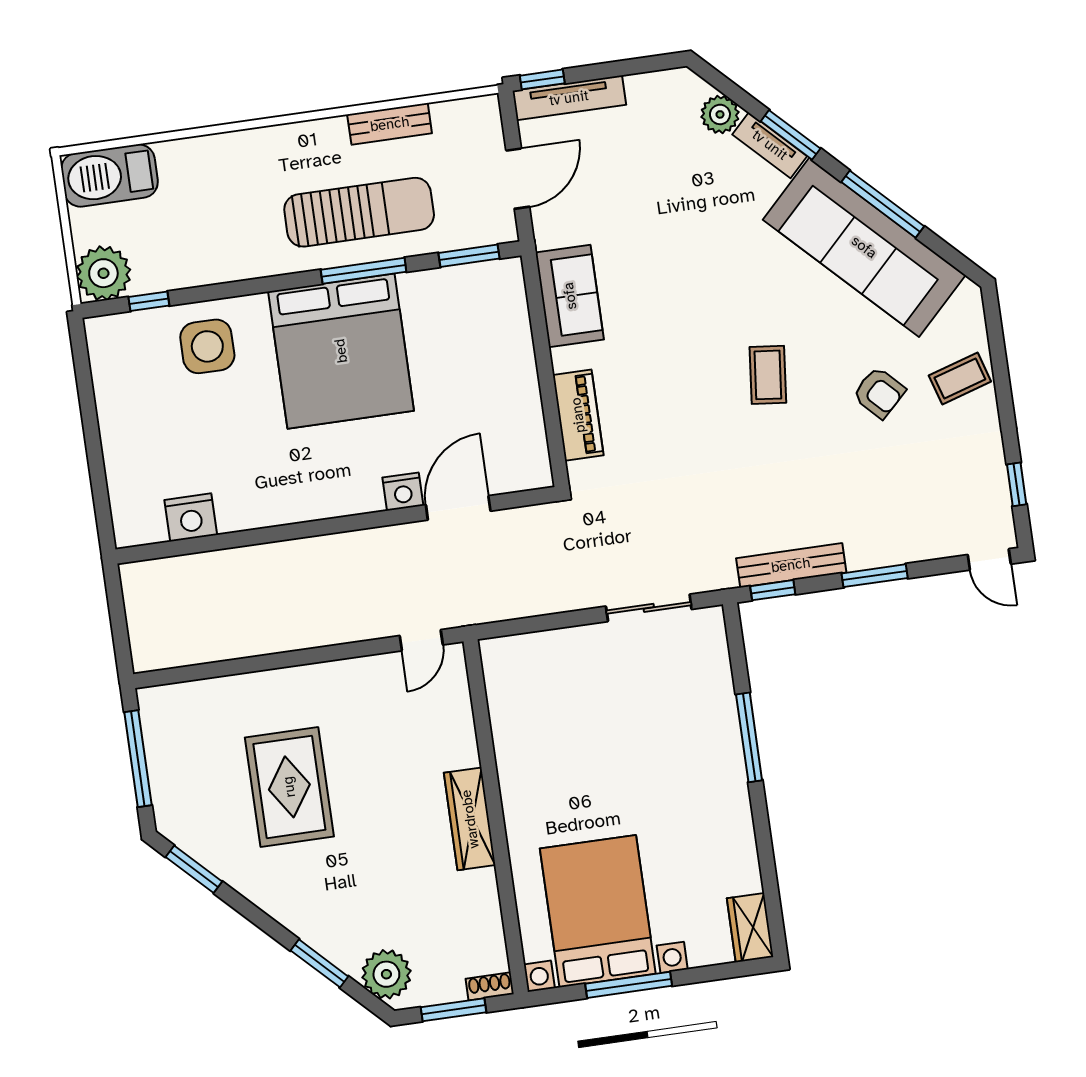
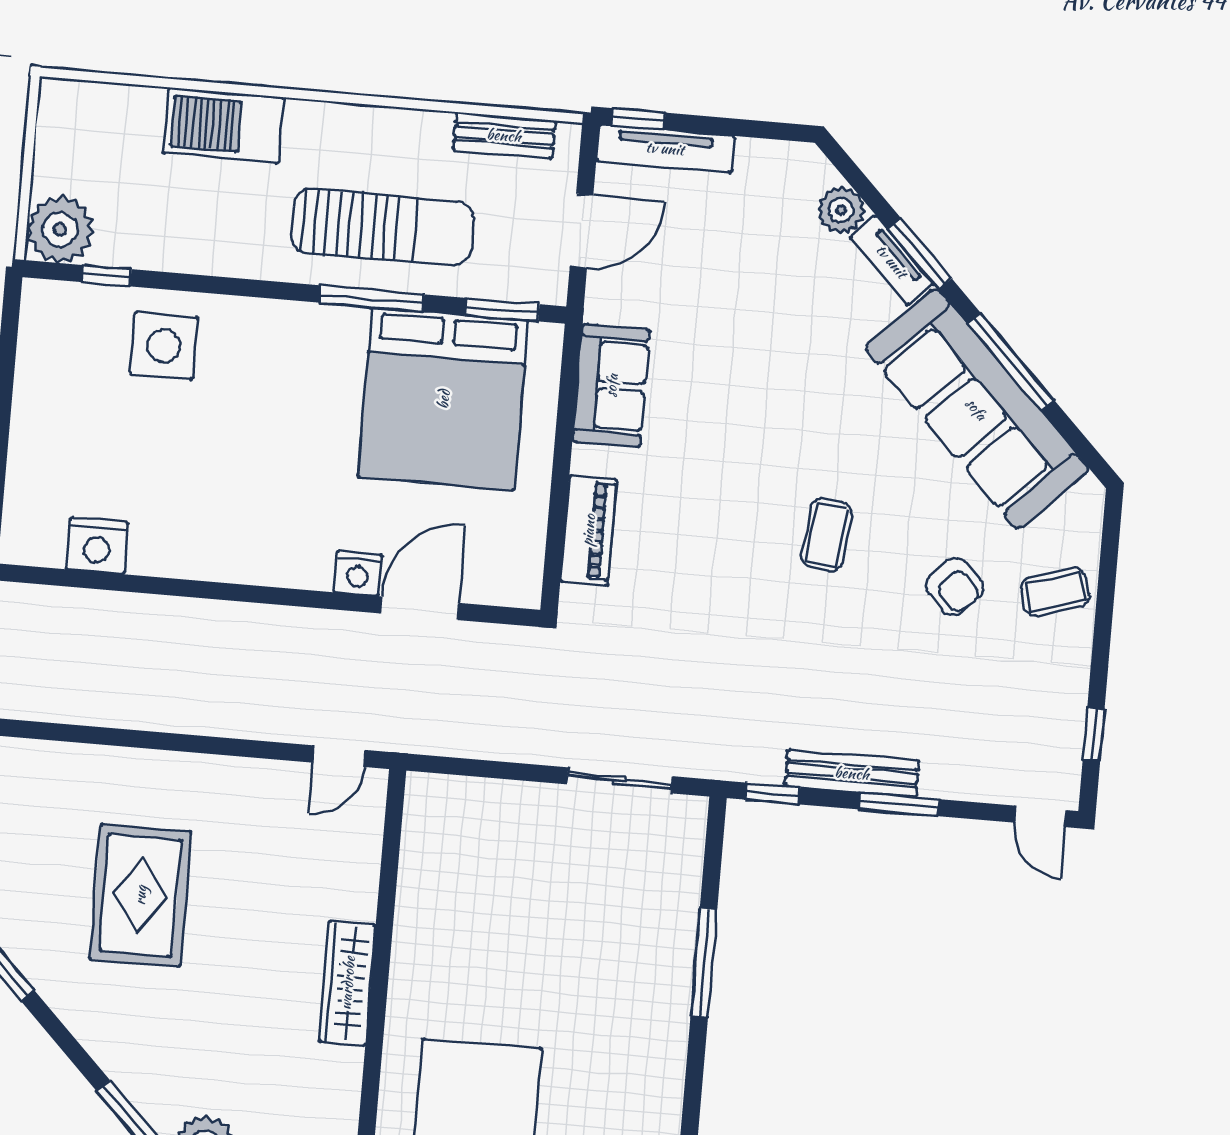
bench: (390, 124) -> (504, 135), moved
barbecue: (109, 175) -> (223, 125), moved
bed: (341, 351) -> (443, 399), moved
bench: (791, 565) -> (852, 773), moved

